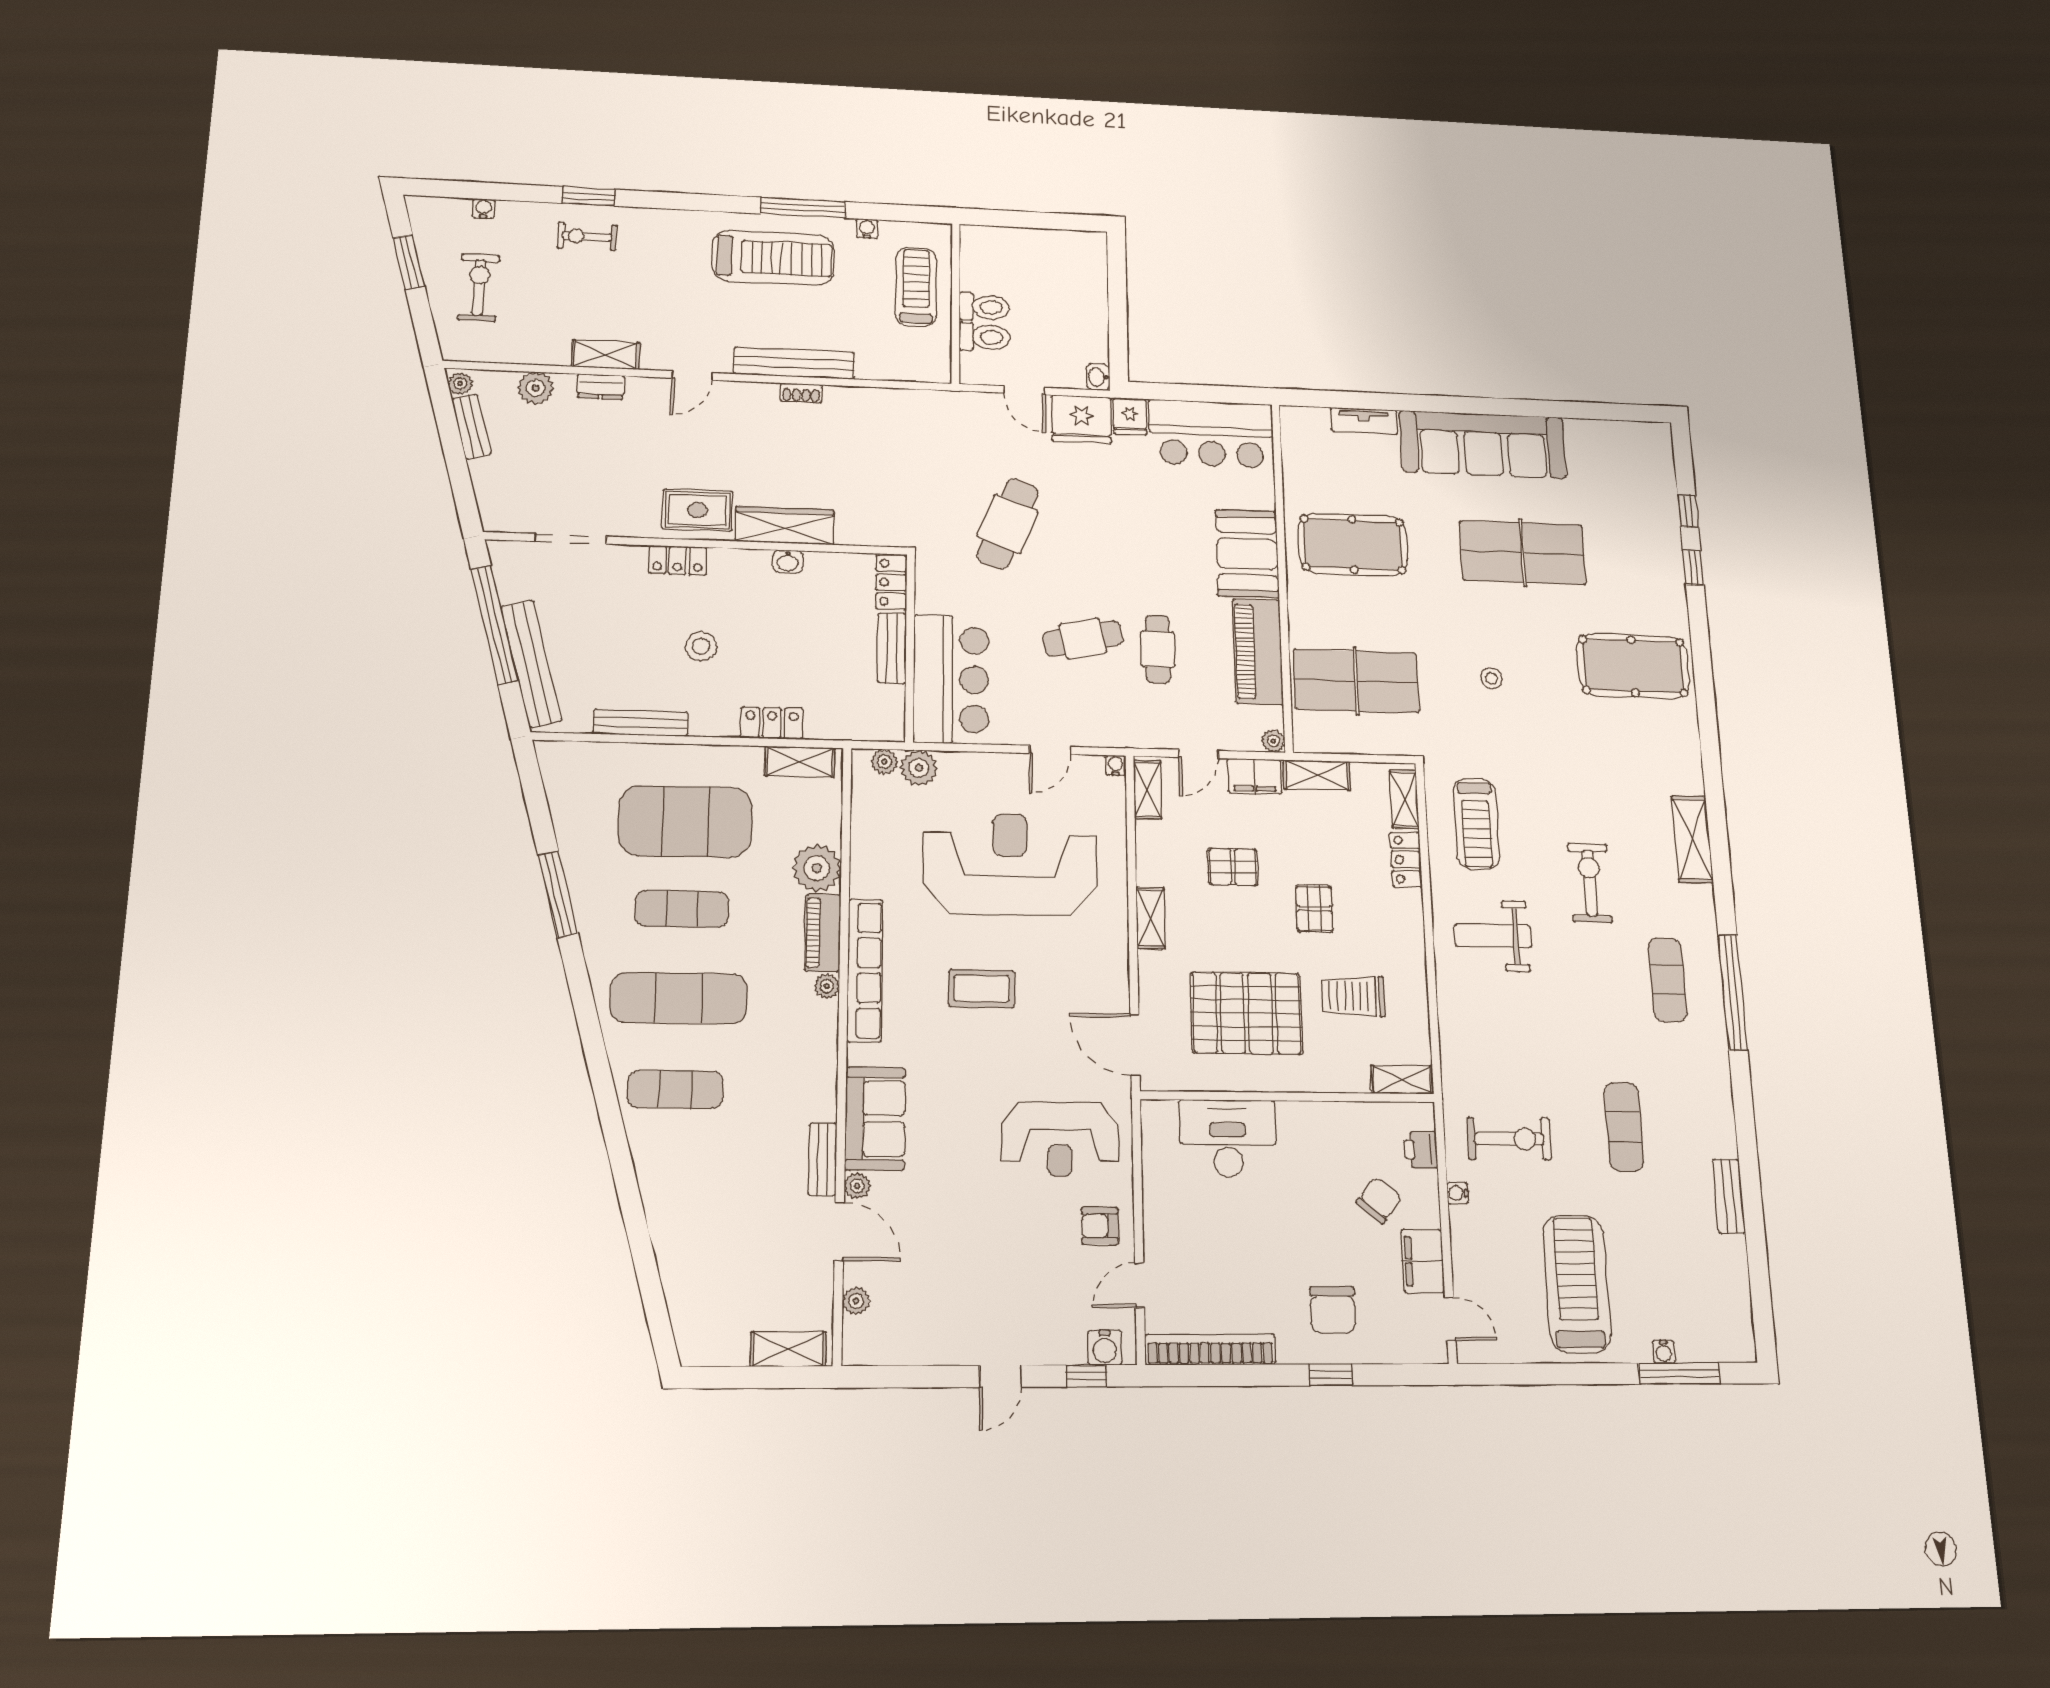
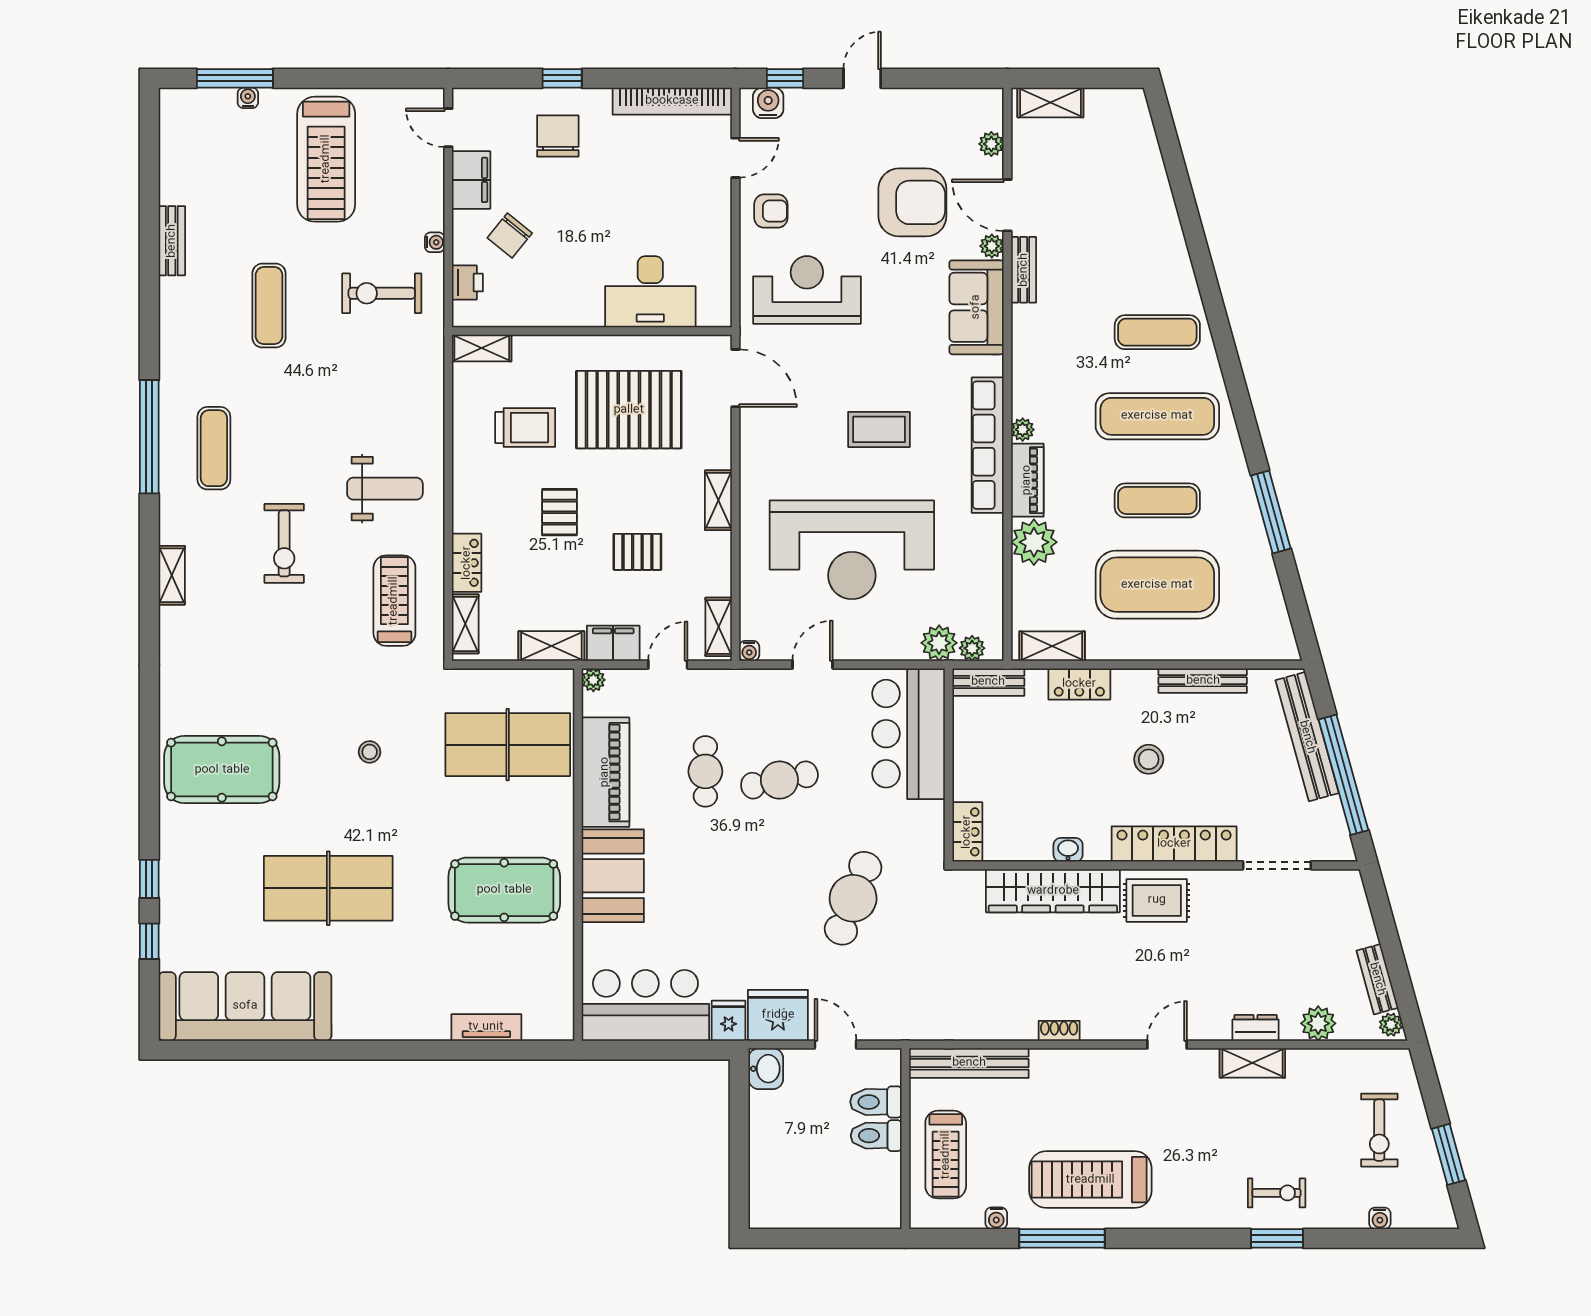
bench: (794, 363) -> (969, 1063), moved
washbasin: (1098, 377) -> (766, 1069), width x1.38, depth x1.45
sofa: (1483, 444) -> (245, 1006), moved
wardrobe: (785, 526) -> (1053, 891), width x1.40, depth x1.17
locker: (678, 560) -> (1174, 844), width x2.16, depth x1.21
bench: (892, 648) -> (988, 682), moved, turned 90
shelving: (1692, 839) -> (172, 575), width x0.67, depth x0.75
armchair: (945, 1235) -> (912, 202), added

